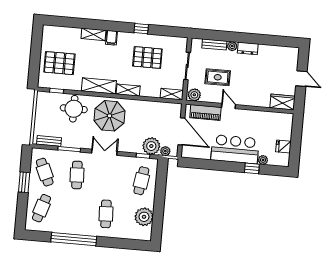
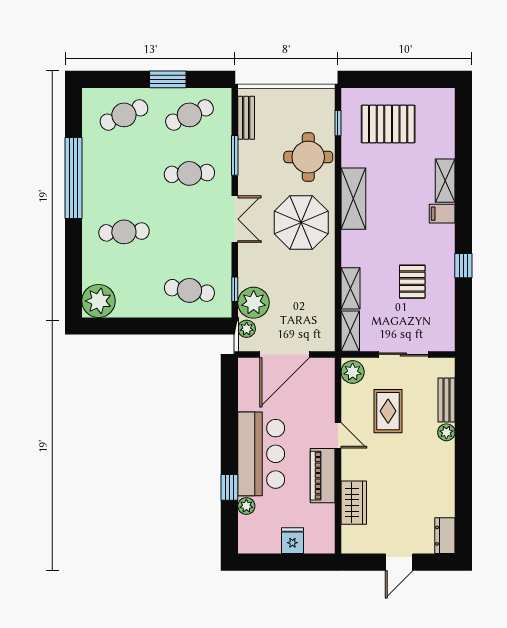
dresser: (248, 48) -> (445, 536), moved
pallet: (147, 58) -> (412, 282), width x0.67, depth x0.71
pallet: (59, 63) -> (388, 124), turned 90
shelving: (128, 90) -> (351, 288), moved
wardrobe: (282, 102) -> (354, 503), moved
door: (229, 106) -> (338, 435), hinge flipped
piano: (205, 112) -> (323, 476), moved
fridge: (283, 147) -> (292, 541), moved
cafe table: (41, 208) -> (124, 115), turned -42
plant: (144, 217) -> (99, 301), moved

